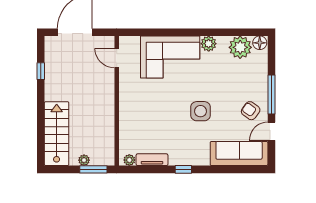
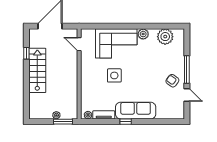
floor lamp: (260, 43) -> (179, 33), removed
side table: (200, 111) -> (114, 75), moved
door: (271, 131) -> (187, 95), swing flipped
stairs: (57, 134) -> (37, 70), moved
sofa: (239, 154) -> (136, 111), moved

